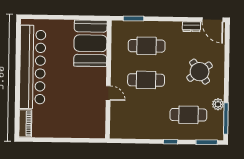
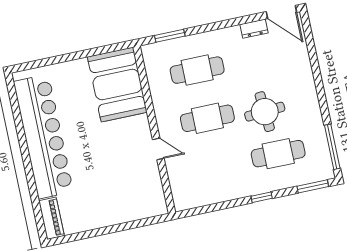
round table: (200, 72) -> (265, 112), moved, turned 31
plant: (218, 104) -> (316, 129), removed

